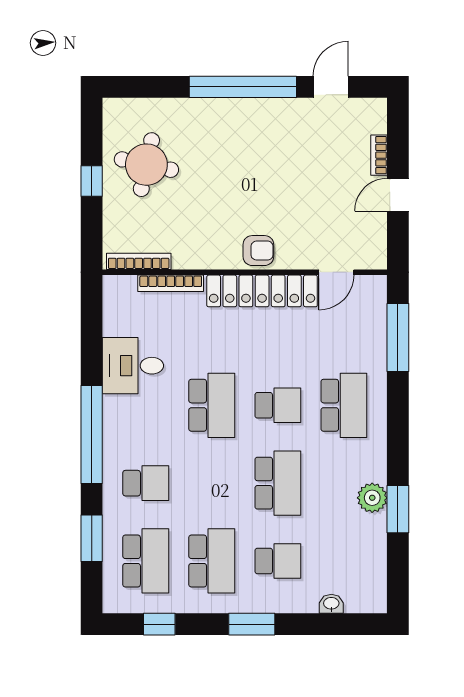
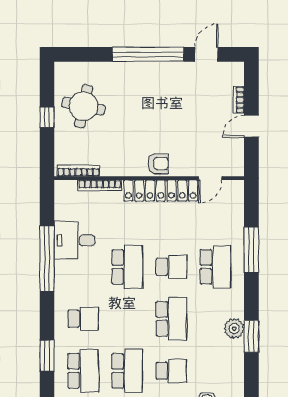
window: (398, 337) -> (251, 250), moved
window: (92, 435) -> (47, 259), moved

